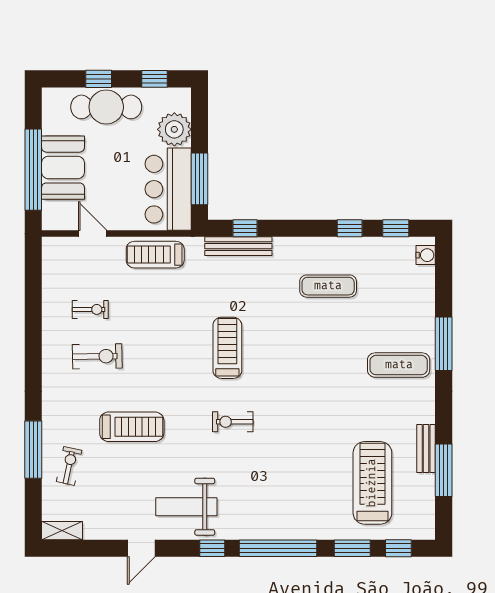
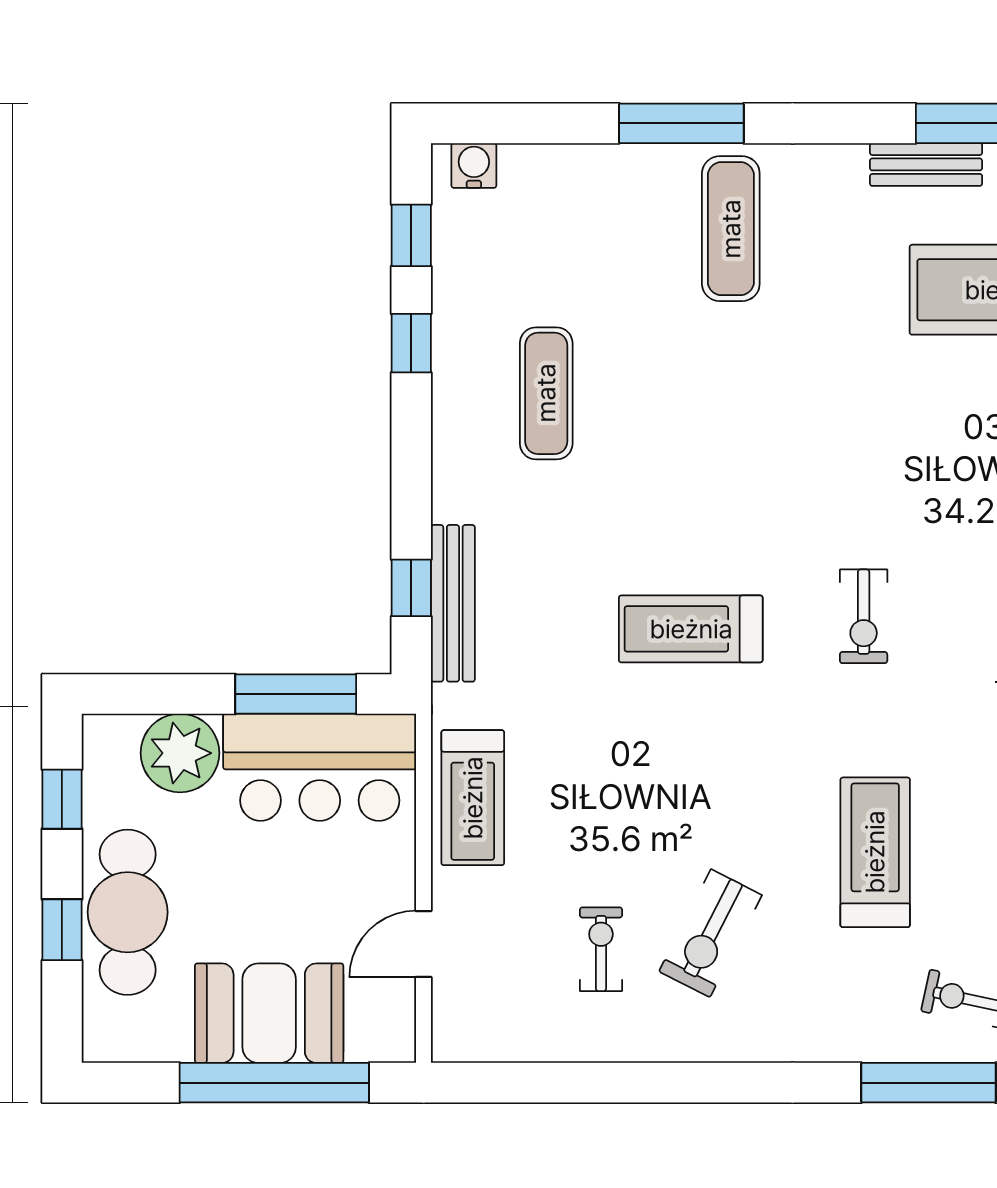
exercise bike: (97, 356) -> (711, 933), turned -152

